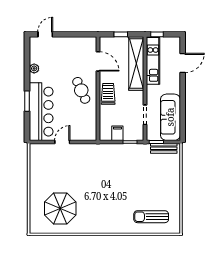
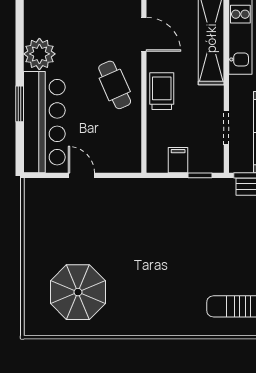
plant: (34, 68) -> (39, 54), width x1.87, depth x1.87
door: (62, 142) -> (81, 175), hinge flipped

